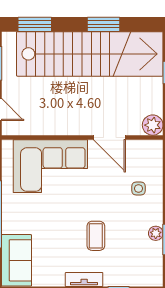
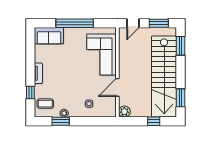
window: (103, 24) -> (180, 98), moved
coffee table: (96, 236) -> (45, 104), moved

